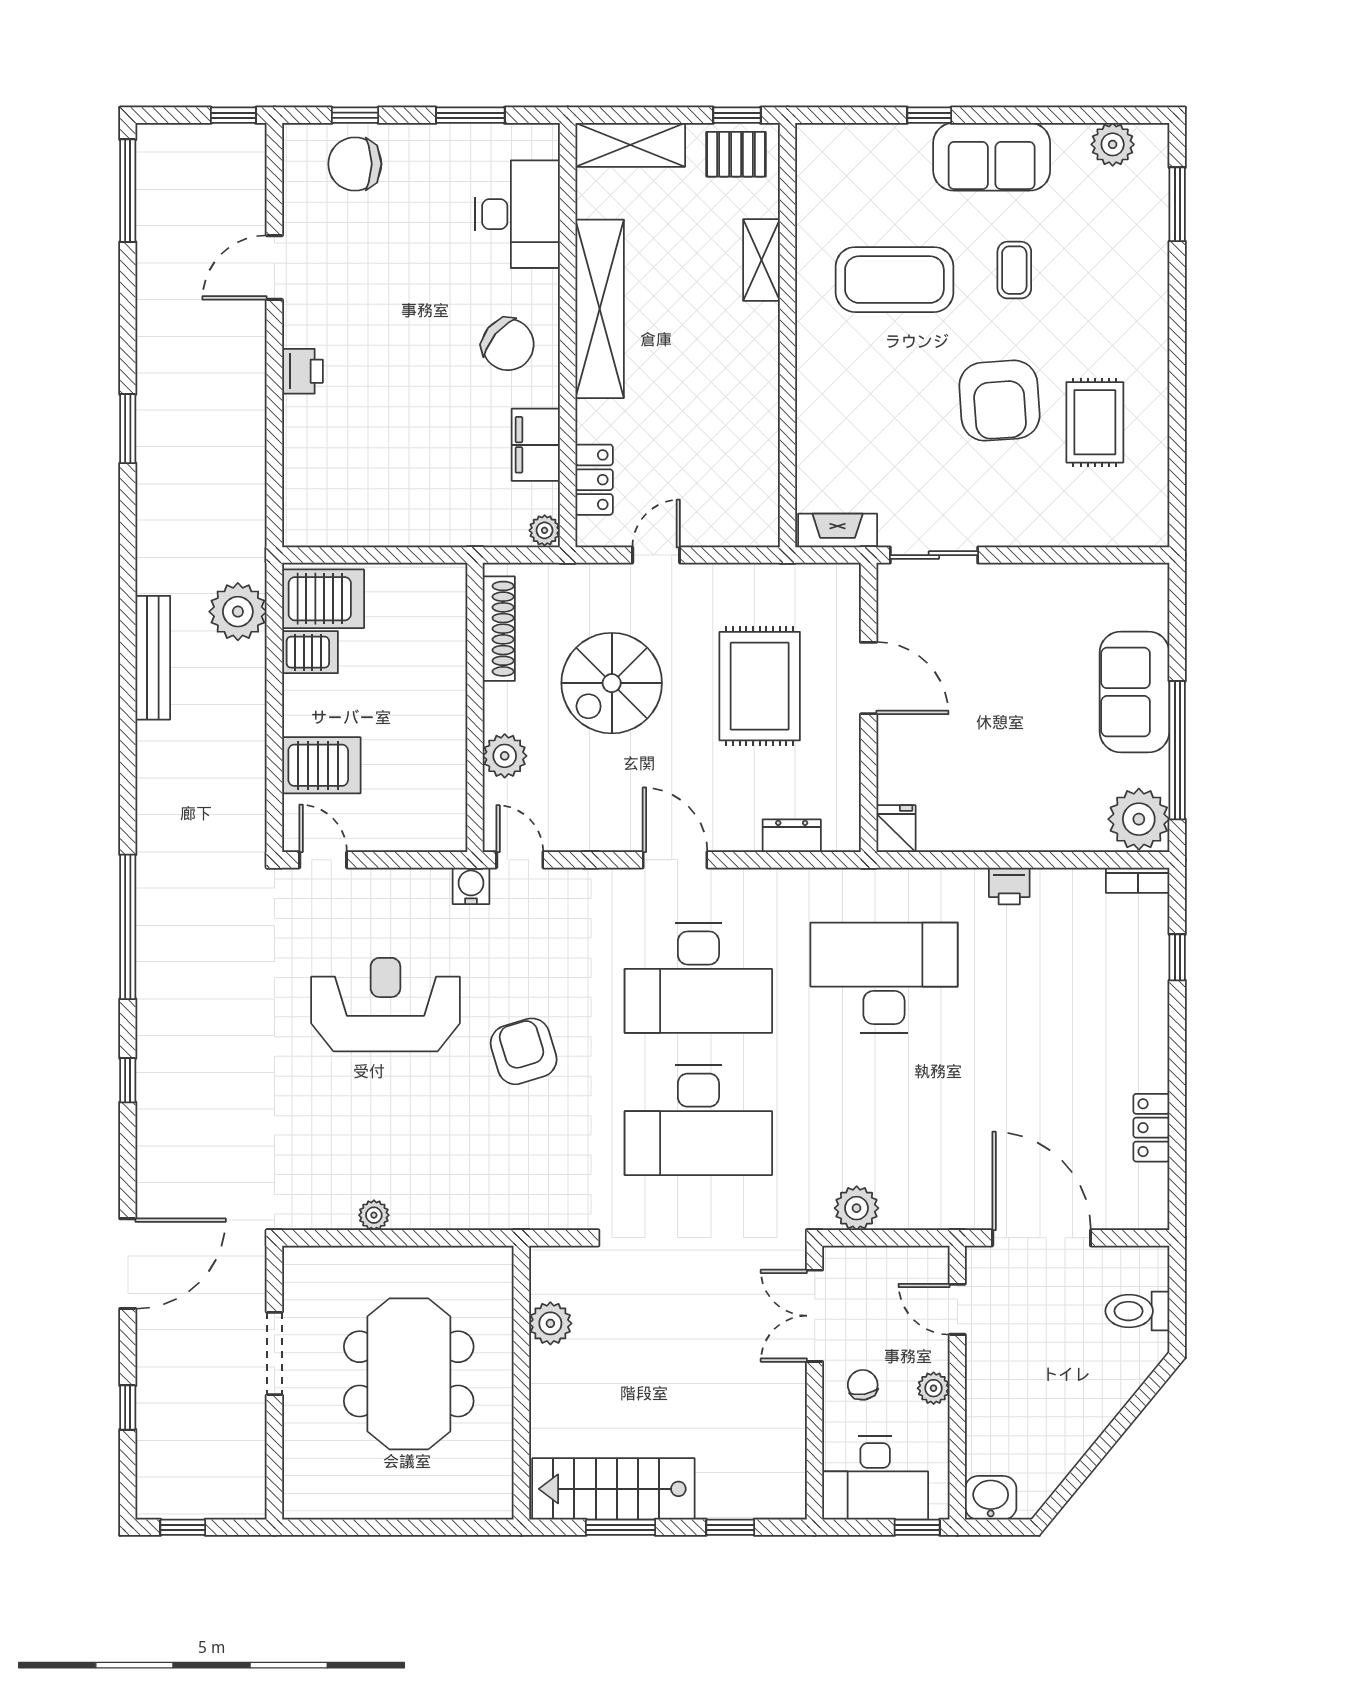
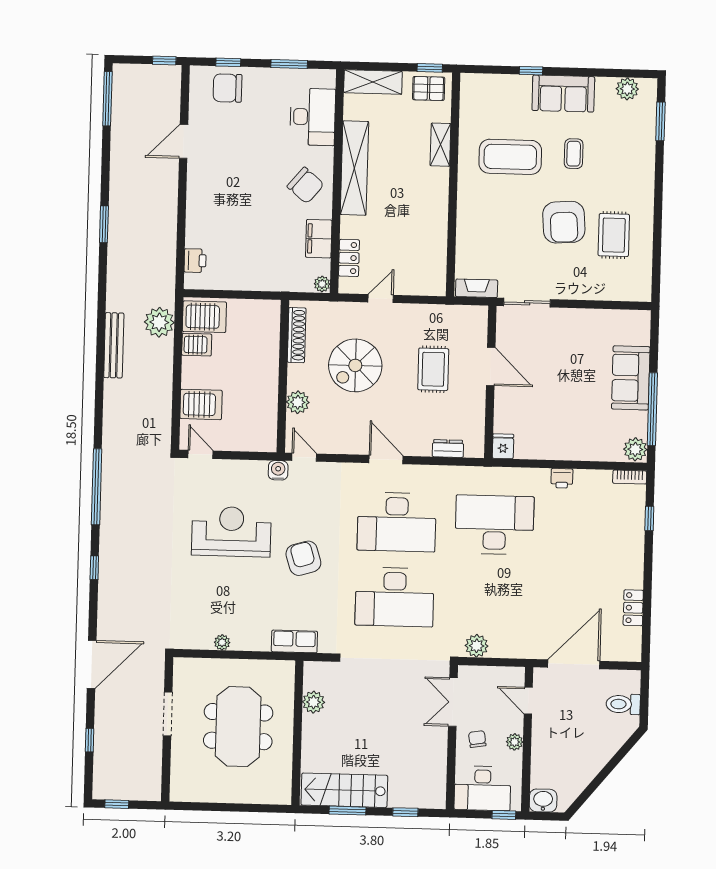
printer: (302, 371) -> (195, 261), moved
rug: (760, 686) -> (433, 369), width x0.73, depth x0.70
plant: (1139, 819) -> (635, 449), width x0.73, depth x0.73
row of seats: (511, 1210) -> (294, 641), added
door: (1042, 1238) -> (574, 664), hinge flipped

